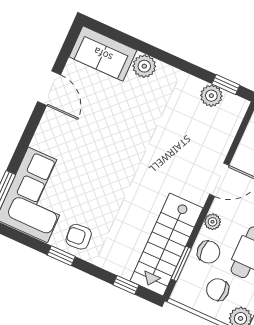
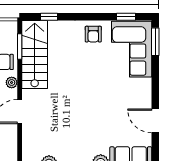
armchair: (79, 237) -> (93, 34), turned 95
window: (61, 256) -> (126, 17), moved

